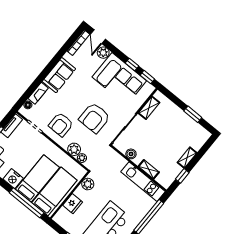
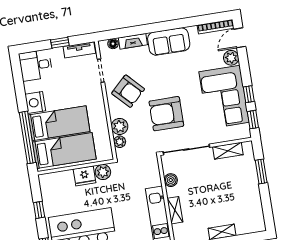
window: (193, 114) -> (261, 171), moved
armchair: (61, 125) -> (128, 91), turned -134
fridge: (73, 204) -> (84, 176), moved

